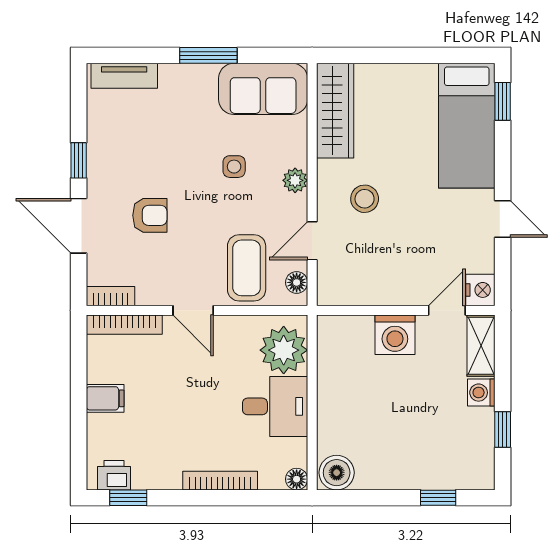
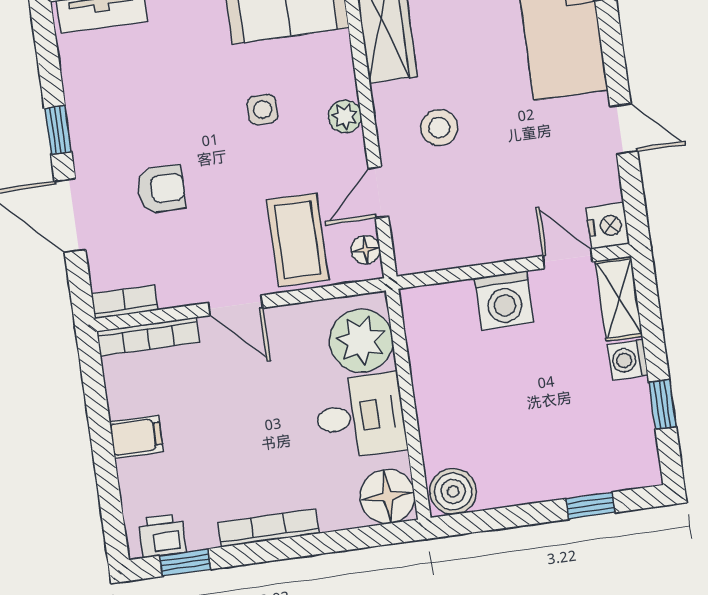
door: (447, 310) -> (568, 259), hinge flipped
floor lamp: (297, 479) -> (387, 496), width x1.89, depth x1.89
bookcase: (220, 481) -> (269, 528), moved

